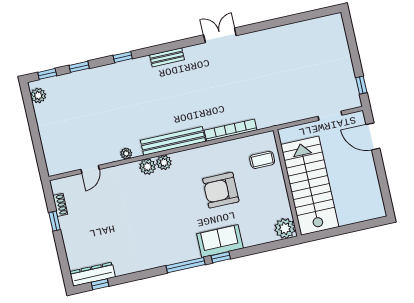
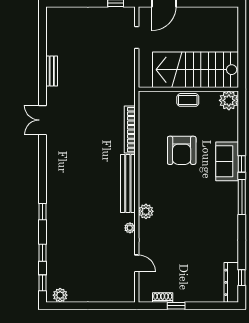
bench: (167, 57) -> (52, 71), moved
coffee table: (262, 160) -> (188, 100), moved, turned 90
plant: (164, 162) -> (145, 196), removed

